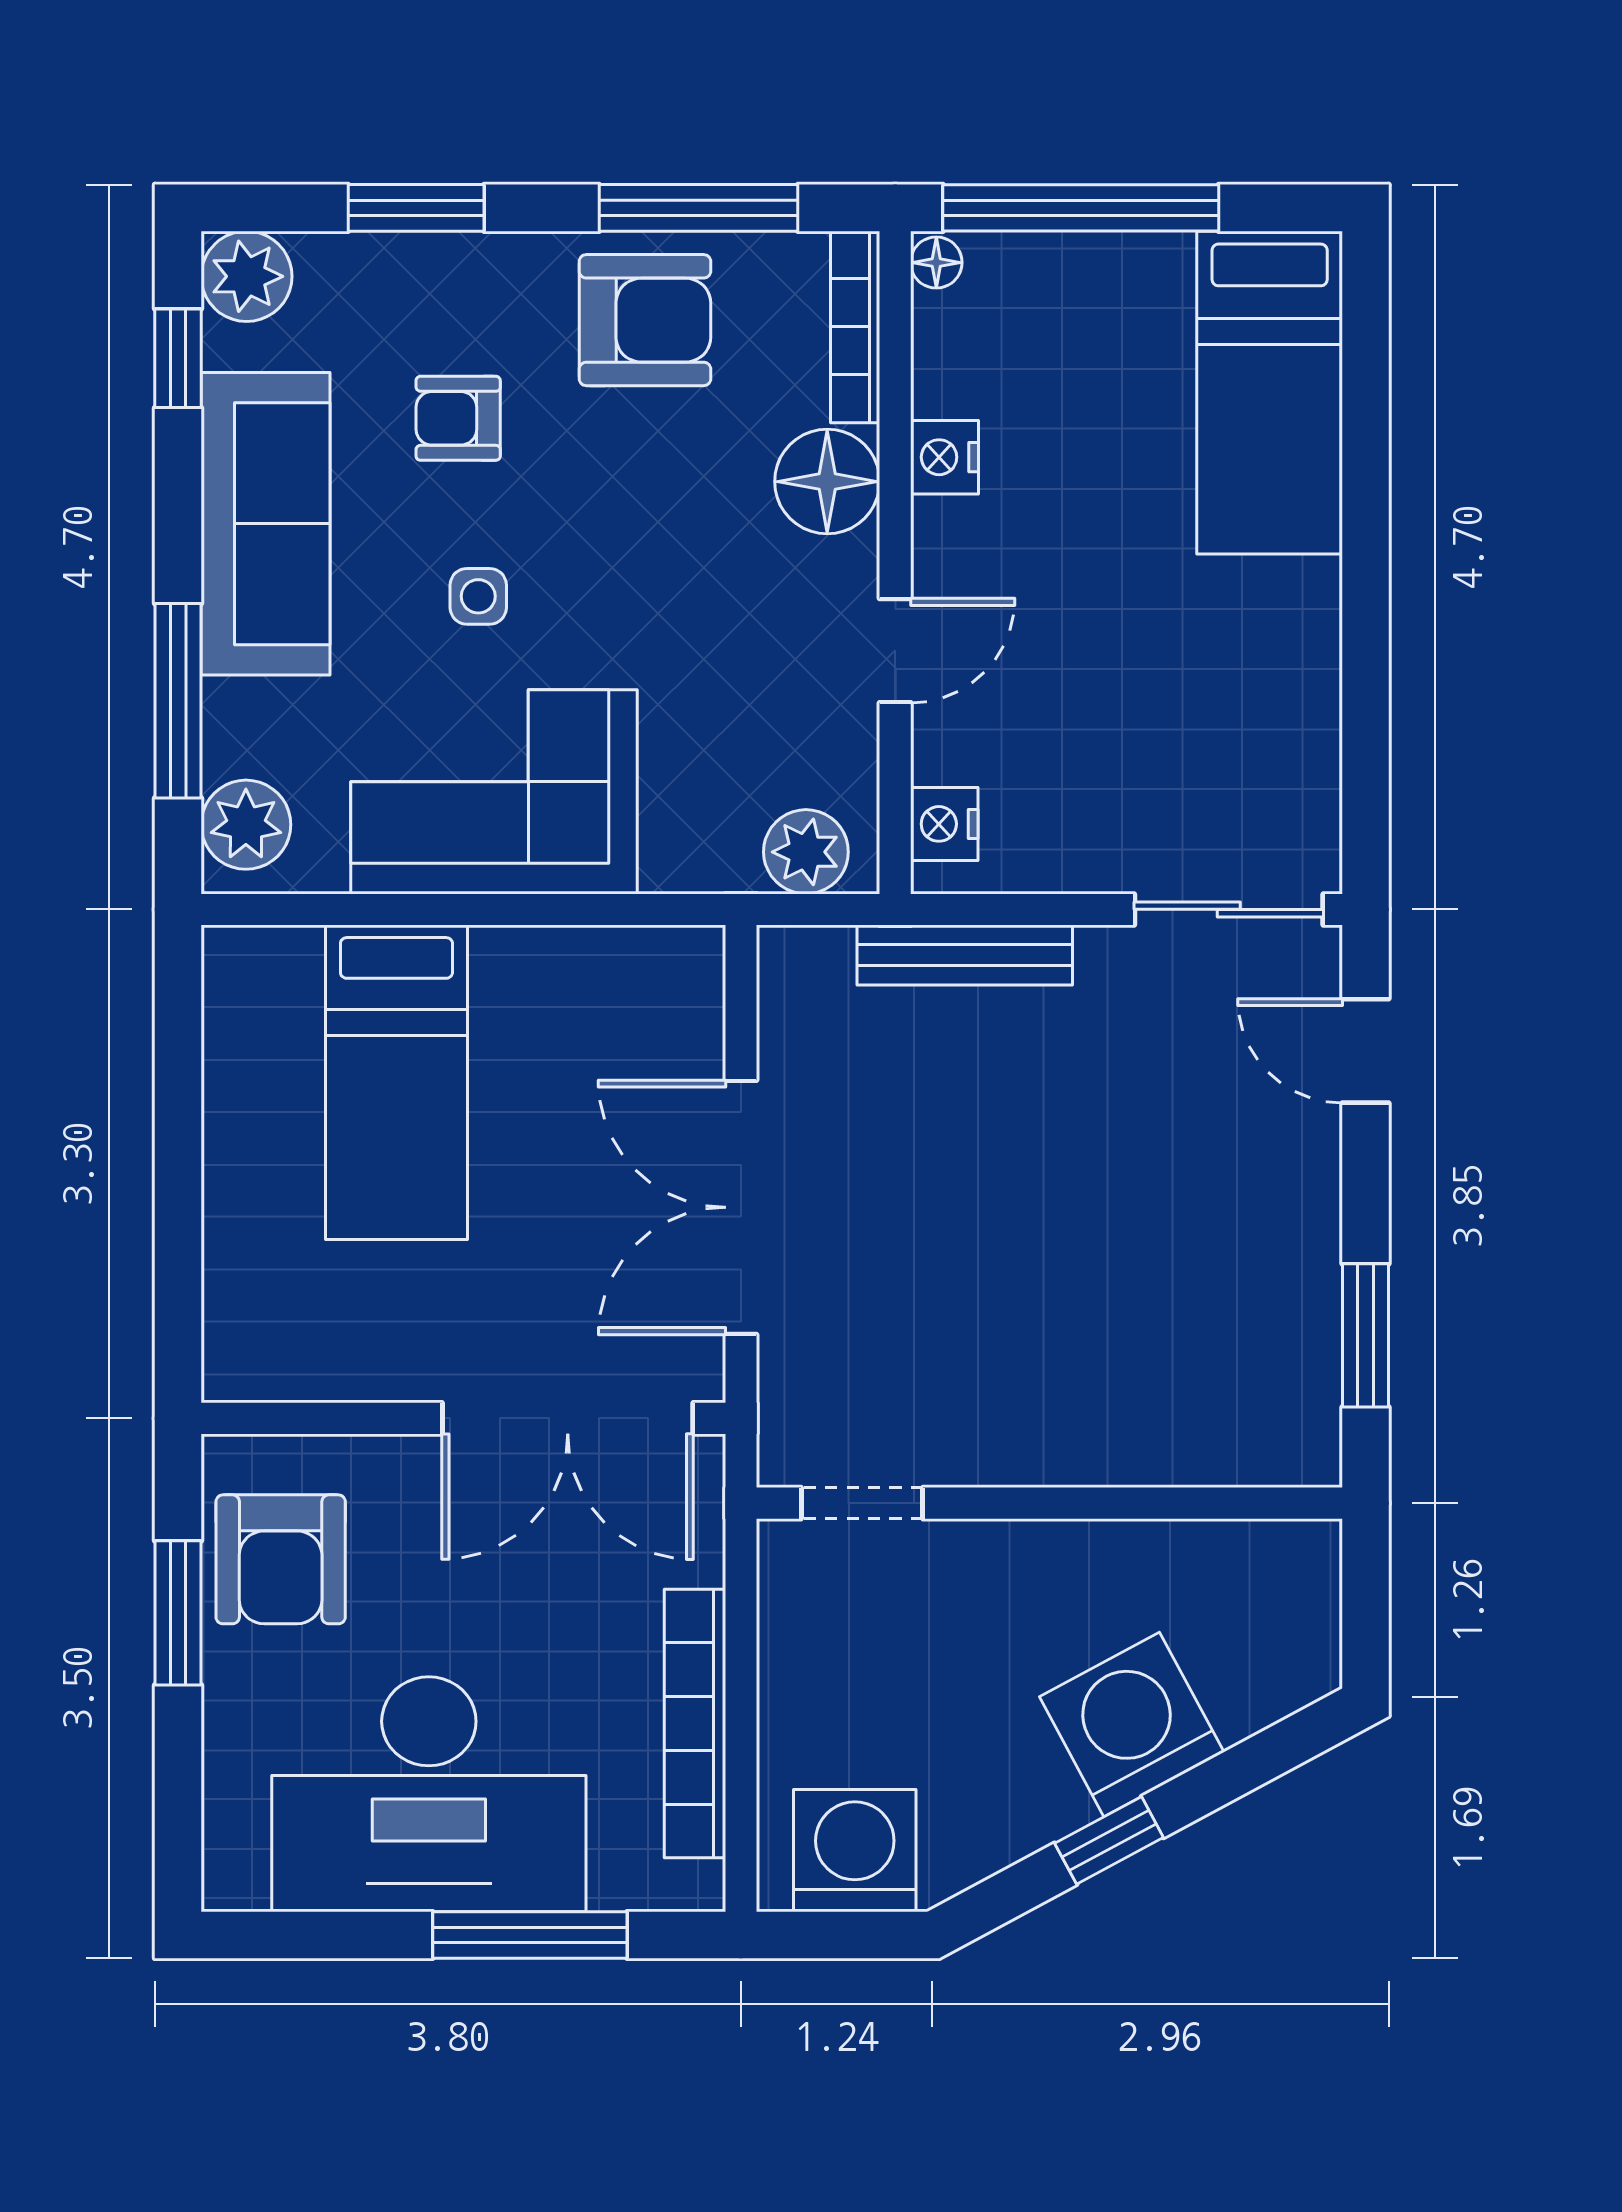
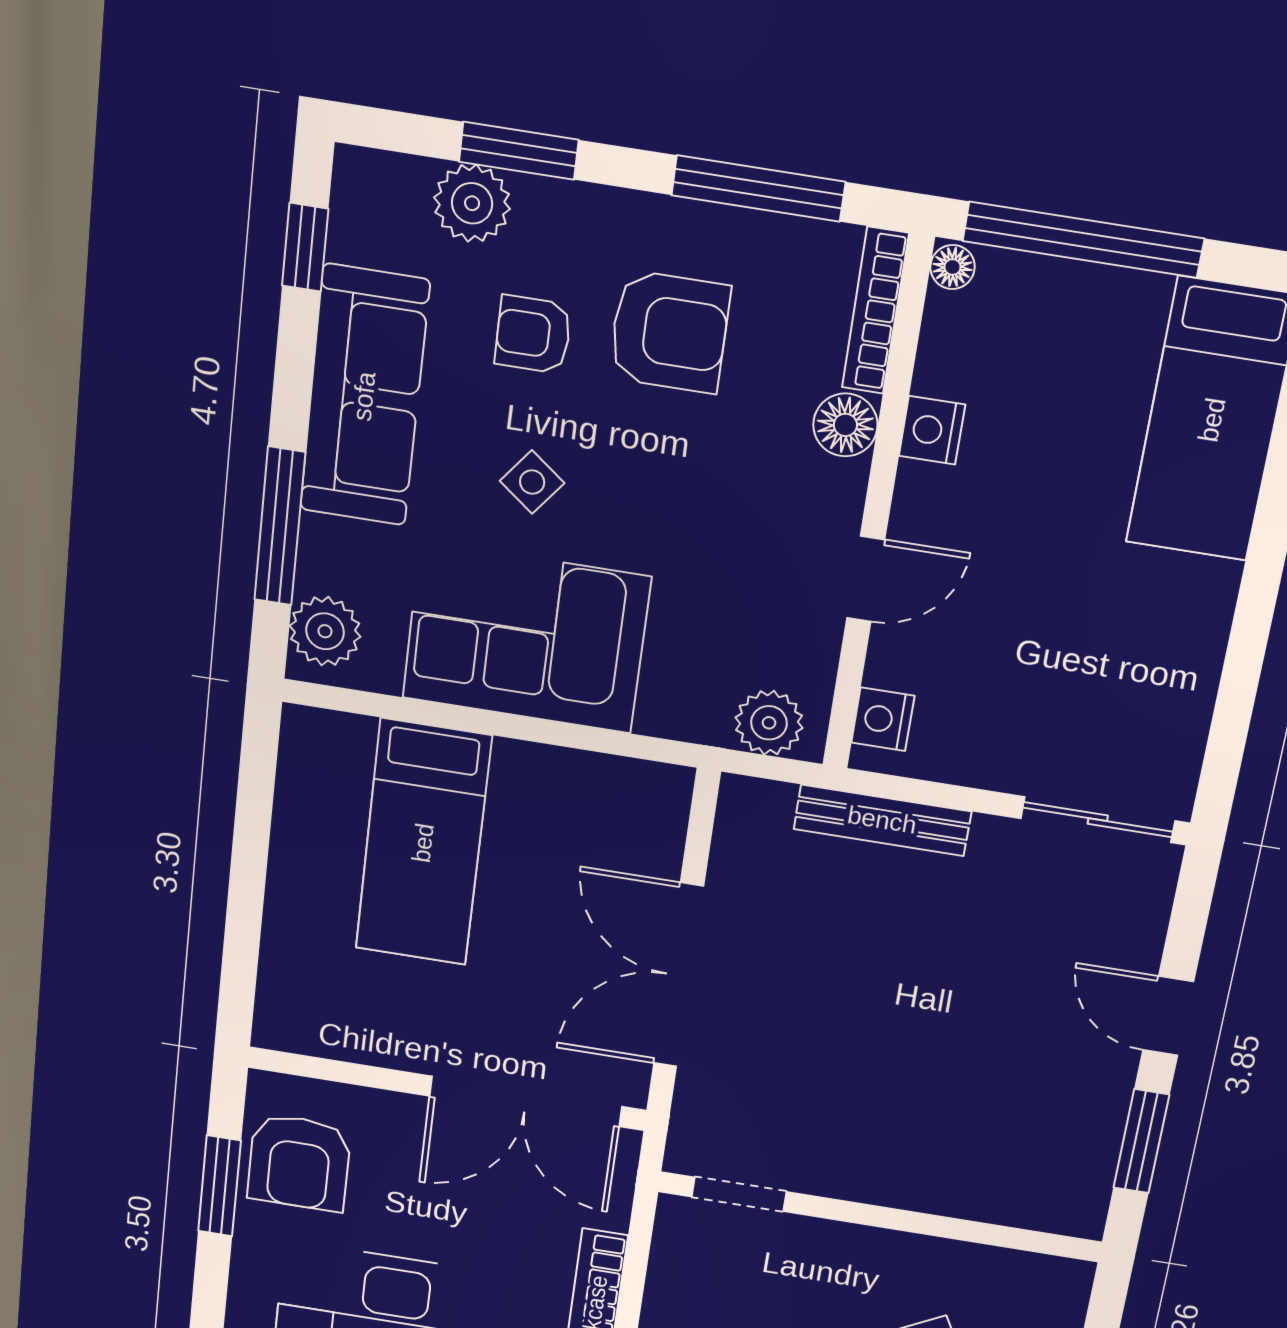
plant: (247, 276) -> (472, 203), moved
armchair: (645, 320) -> (669, 332), moved
floor lamp: (827, 482) -> (845, 425), width x0.73, depth x0.73
side table: (478, 596) -> (532, 482), turned 38
door: (1365, 1051) -> (1168, 1016), moved

